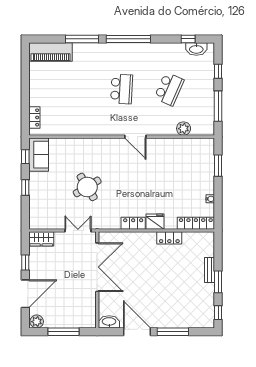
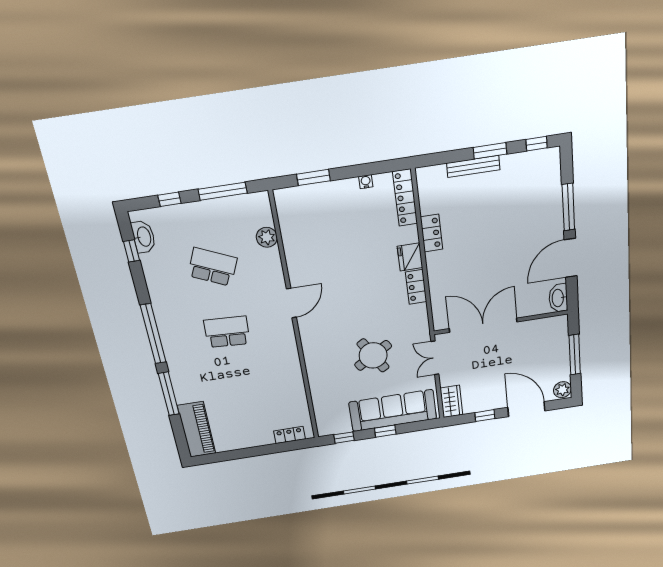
sofa: (39, 155) -> (393, 410), moved, width x1.85, depth x1.27
bench: (210, 270) -> (473, 166), width x1.36

